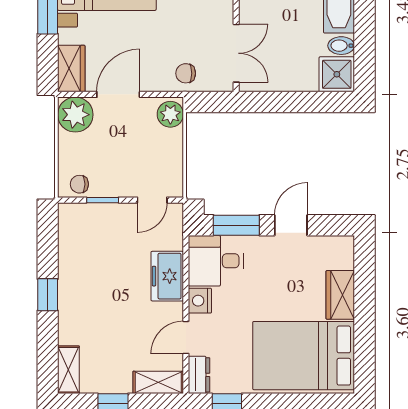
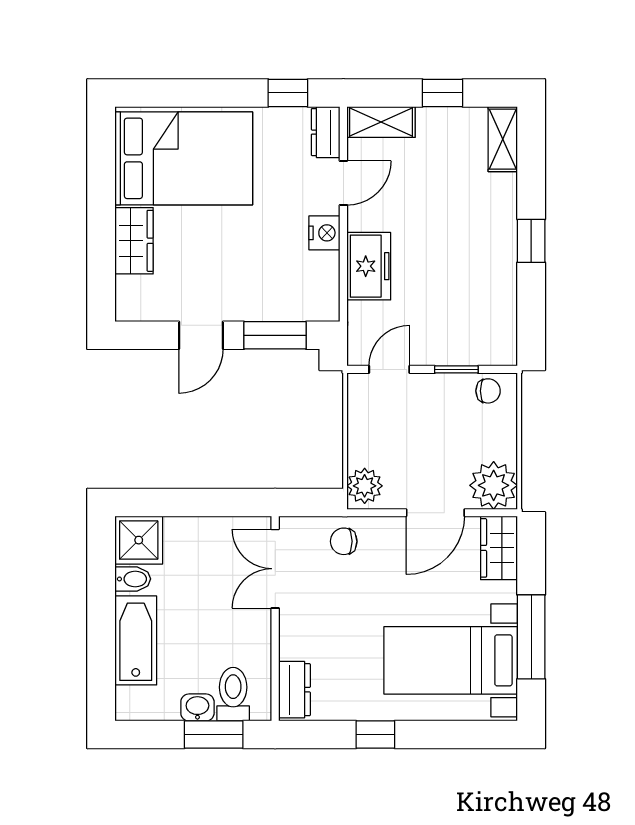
chair: (186, 73) -> (344, 541), turned 180
desk: (216, 261) -> (303, 287), removed

